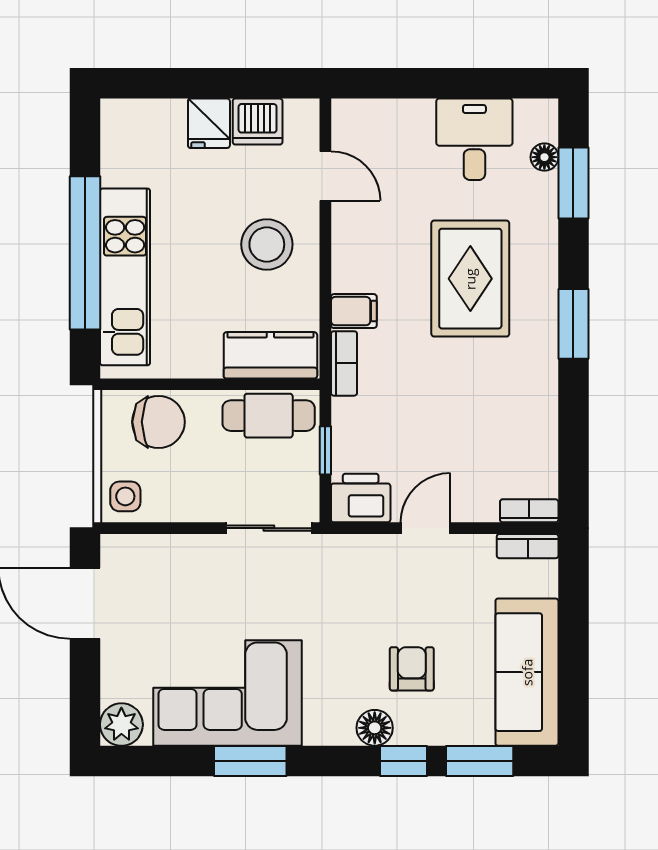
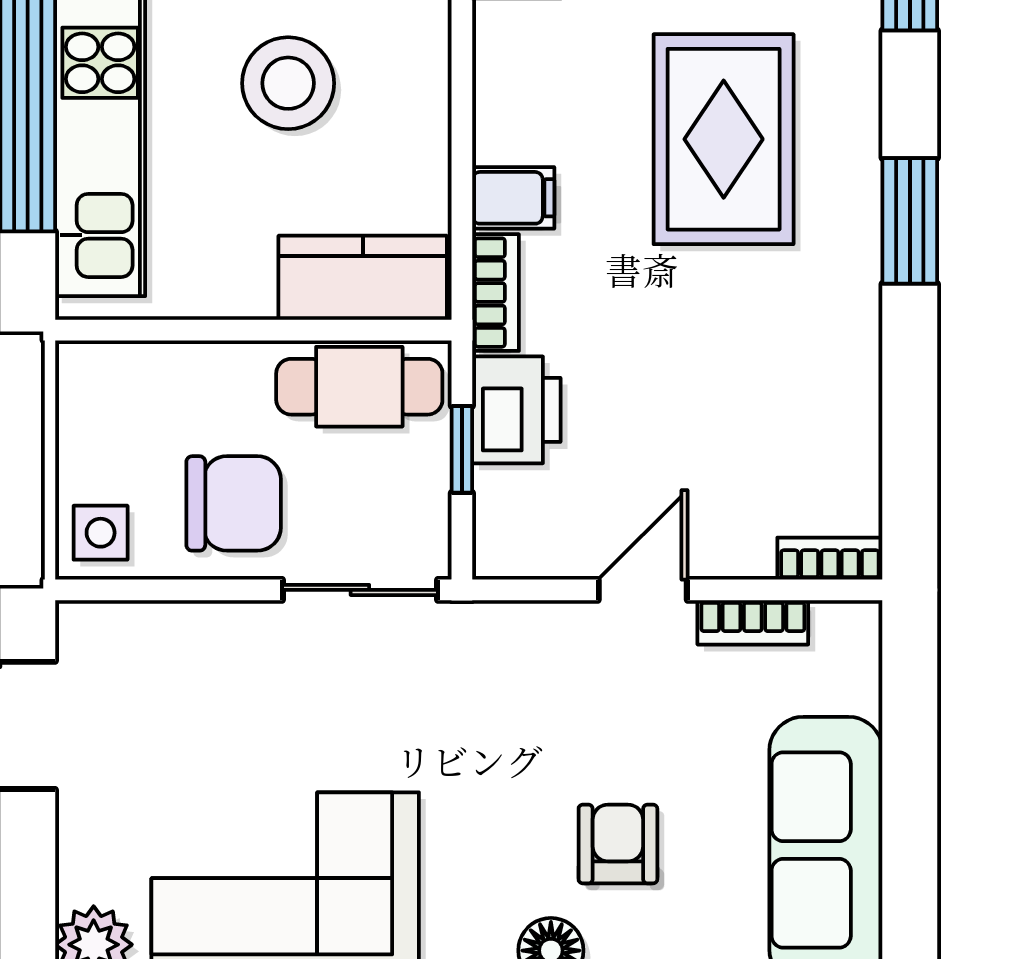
stool: (267, 244) -> (288, 83), moved
chair: (158, 422) -> (234, 503), moved
printer: (361, 498) -> (516, 410), moved, turned 90
bookcase: (528, 546) -> (753, 622), moved

